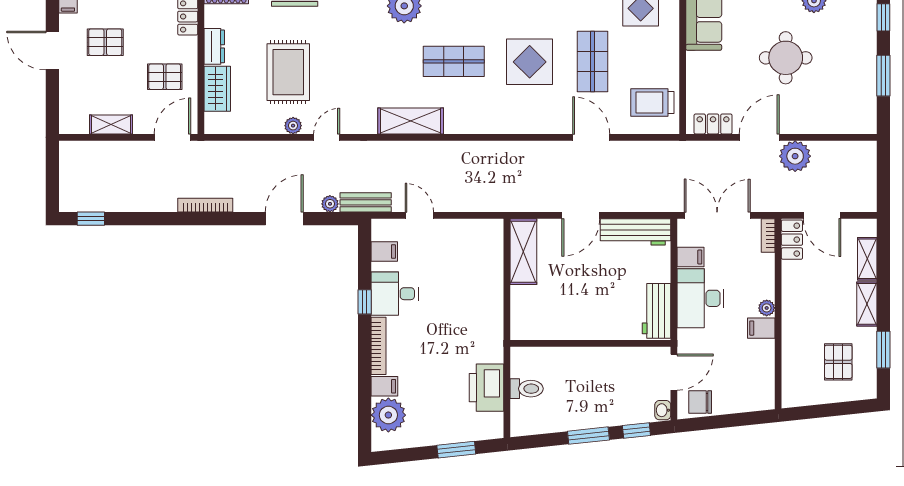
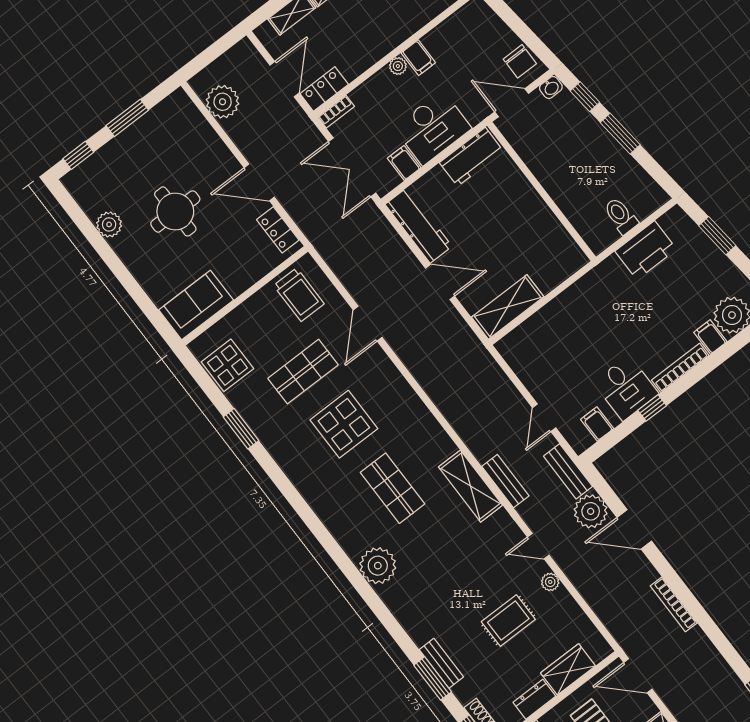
rug: (288, 72) -> (508, 620), width x0.73, depth x0.70
bench: (394, 150) -> (505, 481), added
plant: (795, 156) -> (223, 102), moved
plant: (330, 204) -> (591, 511), width x1.88, depth x1.88

